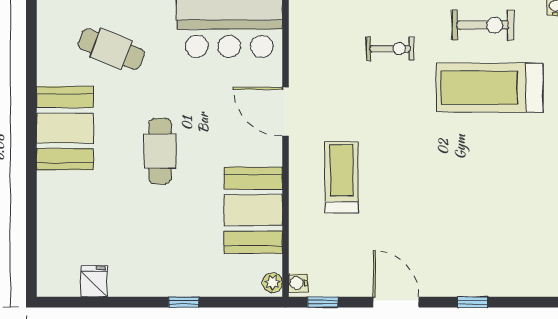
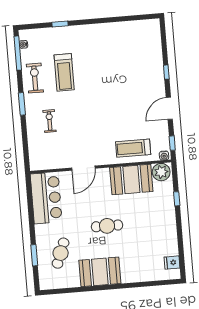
treadmill: (490, 88) -> (64, 72), width x0.73, depth x0.73
treadmill: (342, 177) -> (133, 148), moved
fridge: (94, 281) -> (172, 263), moved
plant: (272, 283) -> (161, 172), width x1.88, depth x1.88
window: (184, 302) -> (177, 199), moved

